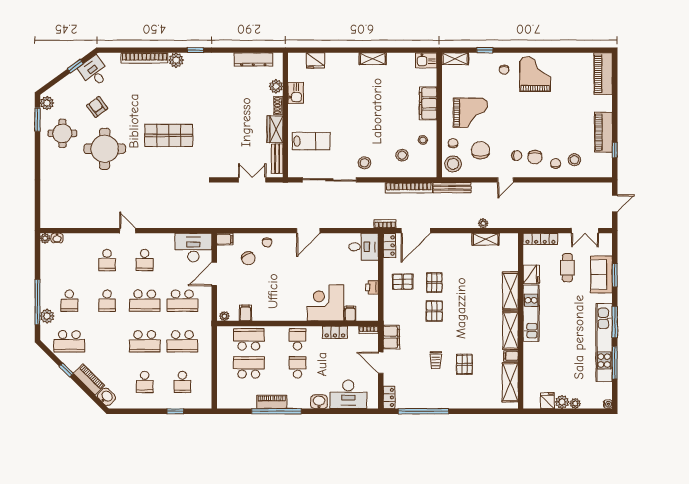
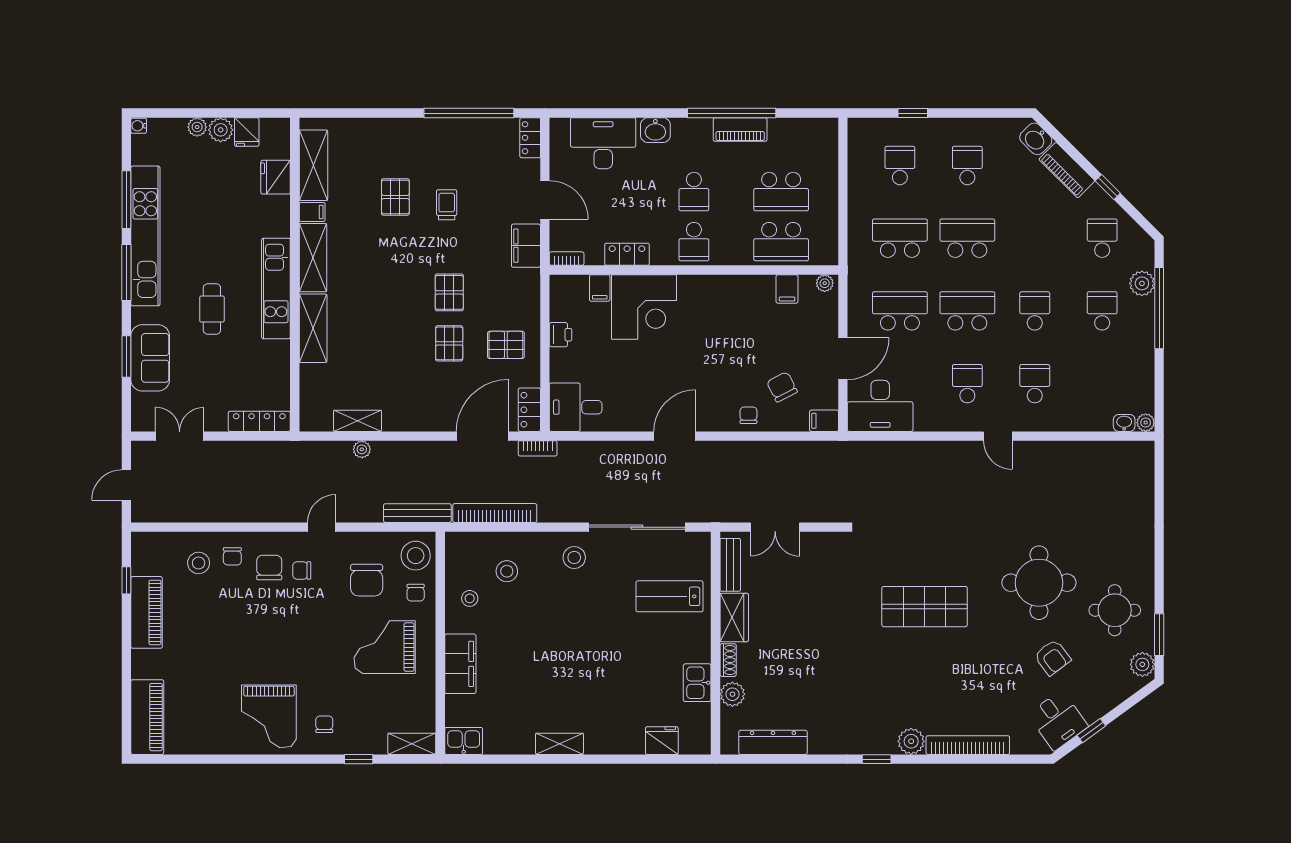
cafe table: (567, 268) -> (212, 309), moved
fridge: (531, 275) -> (276, 177), moved
school desk: (69, 341) -> (1102, 238), width x0.54

